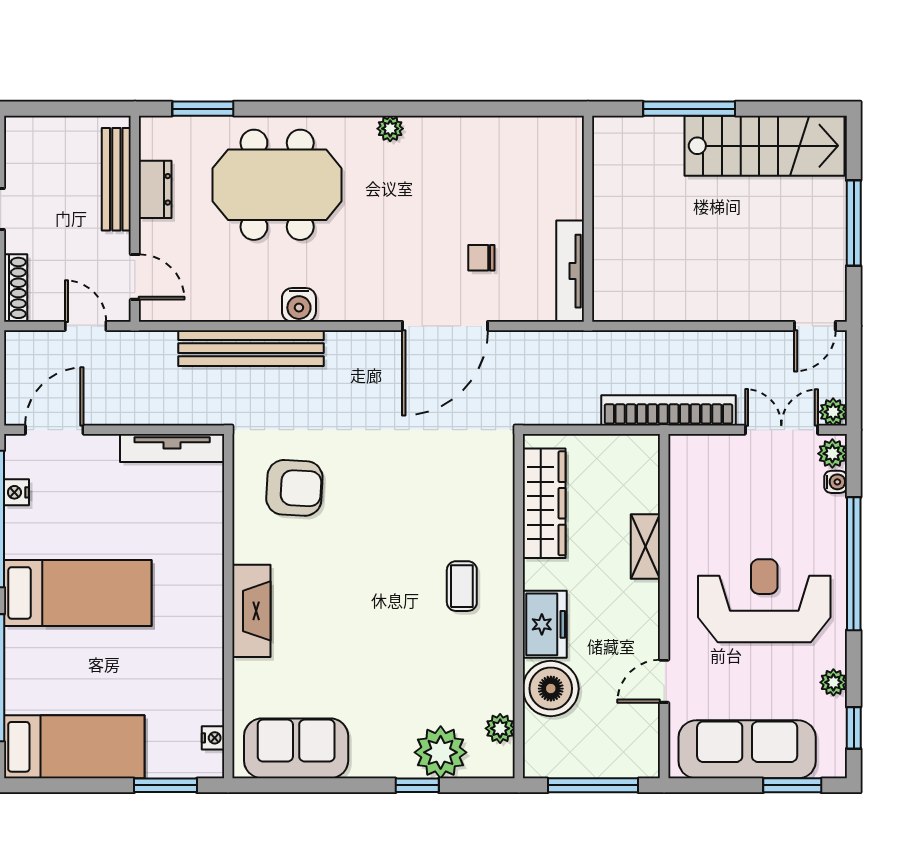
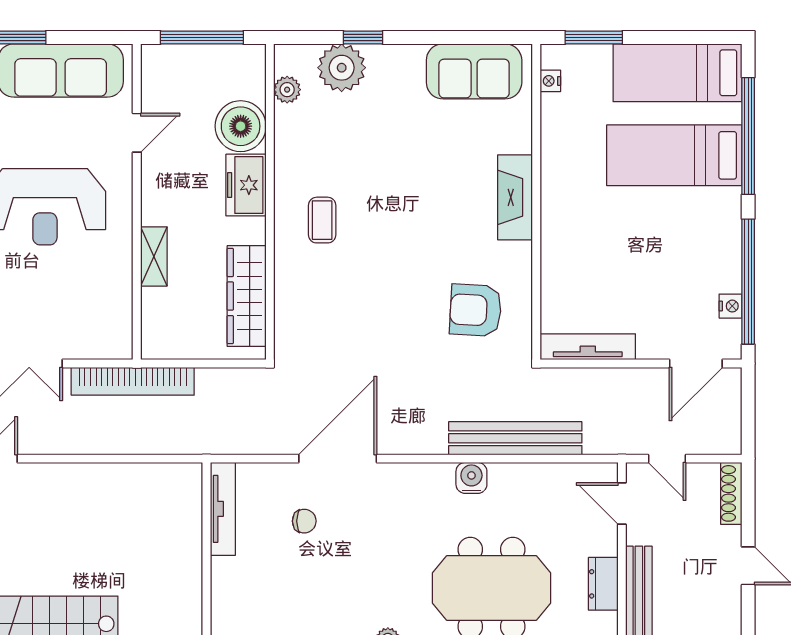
bed: (78, 593) -> (674, 155), moved

